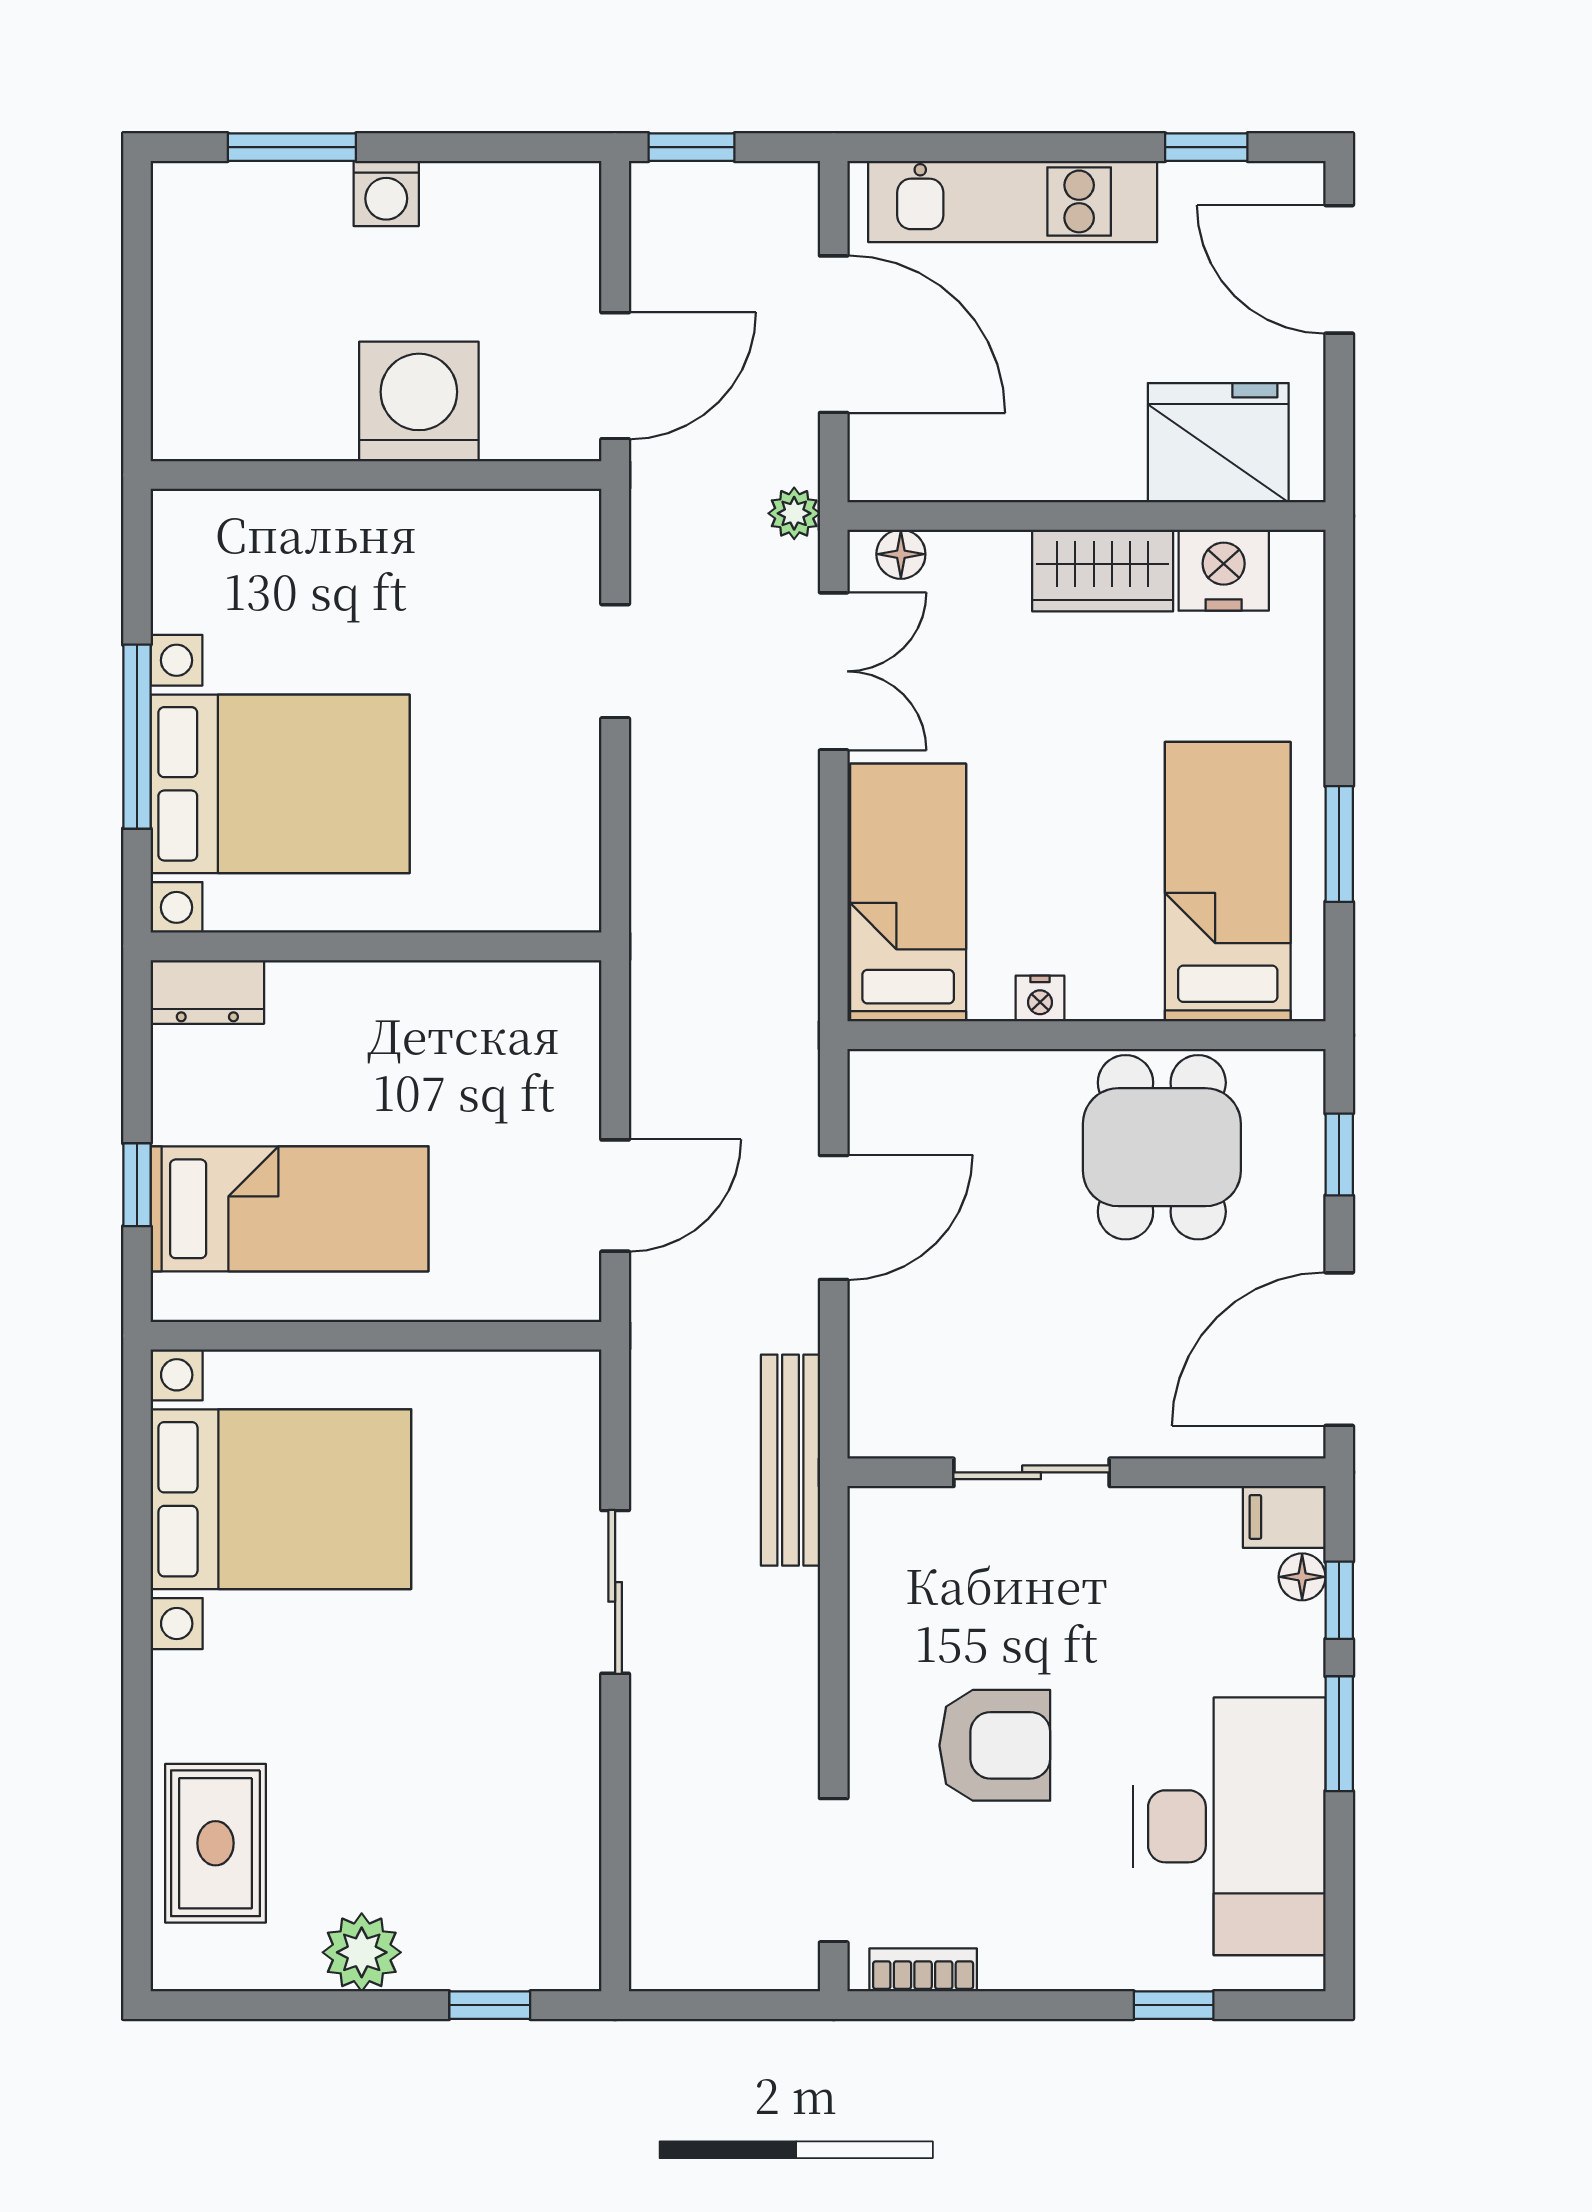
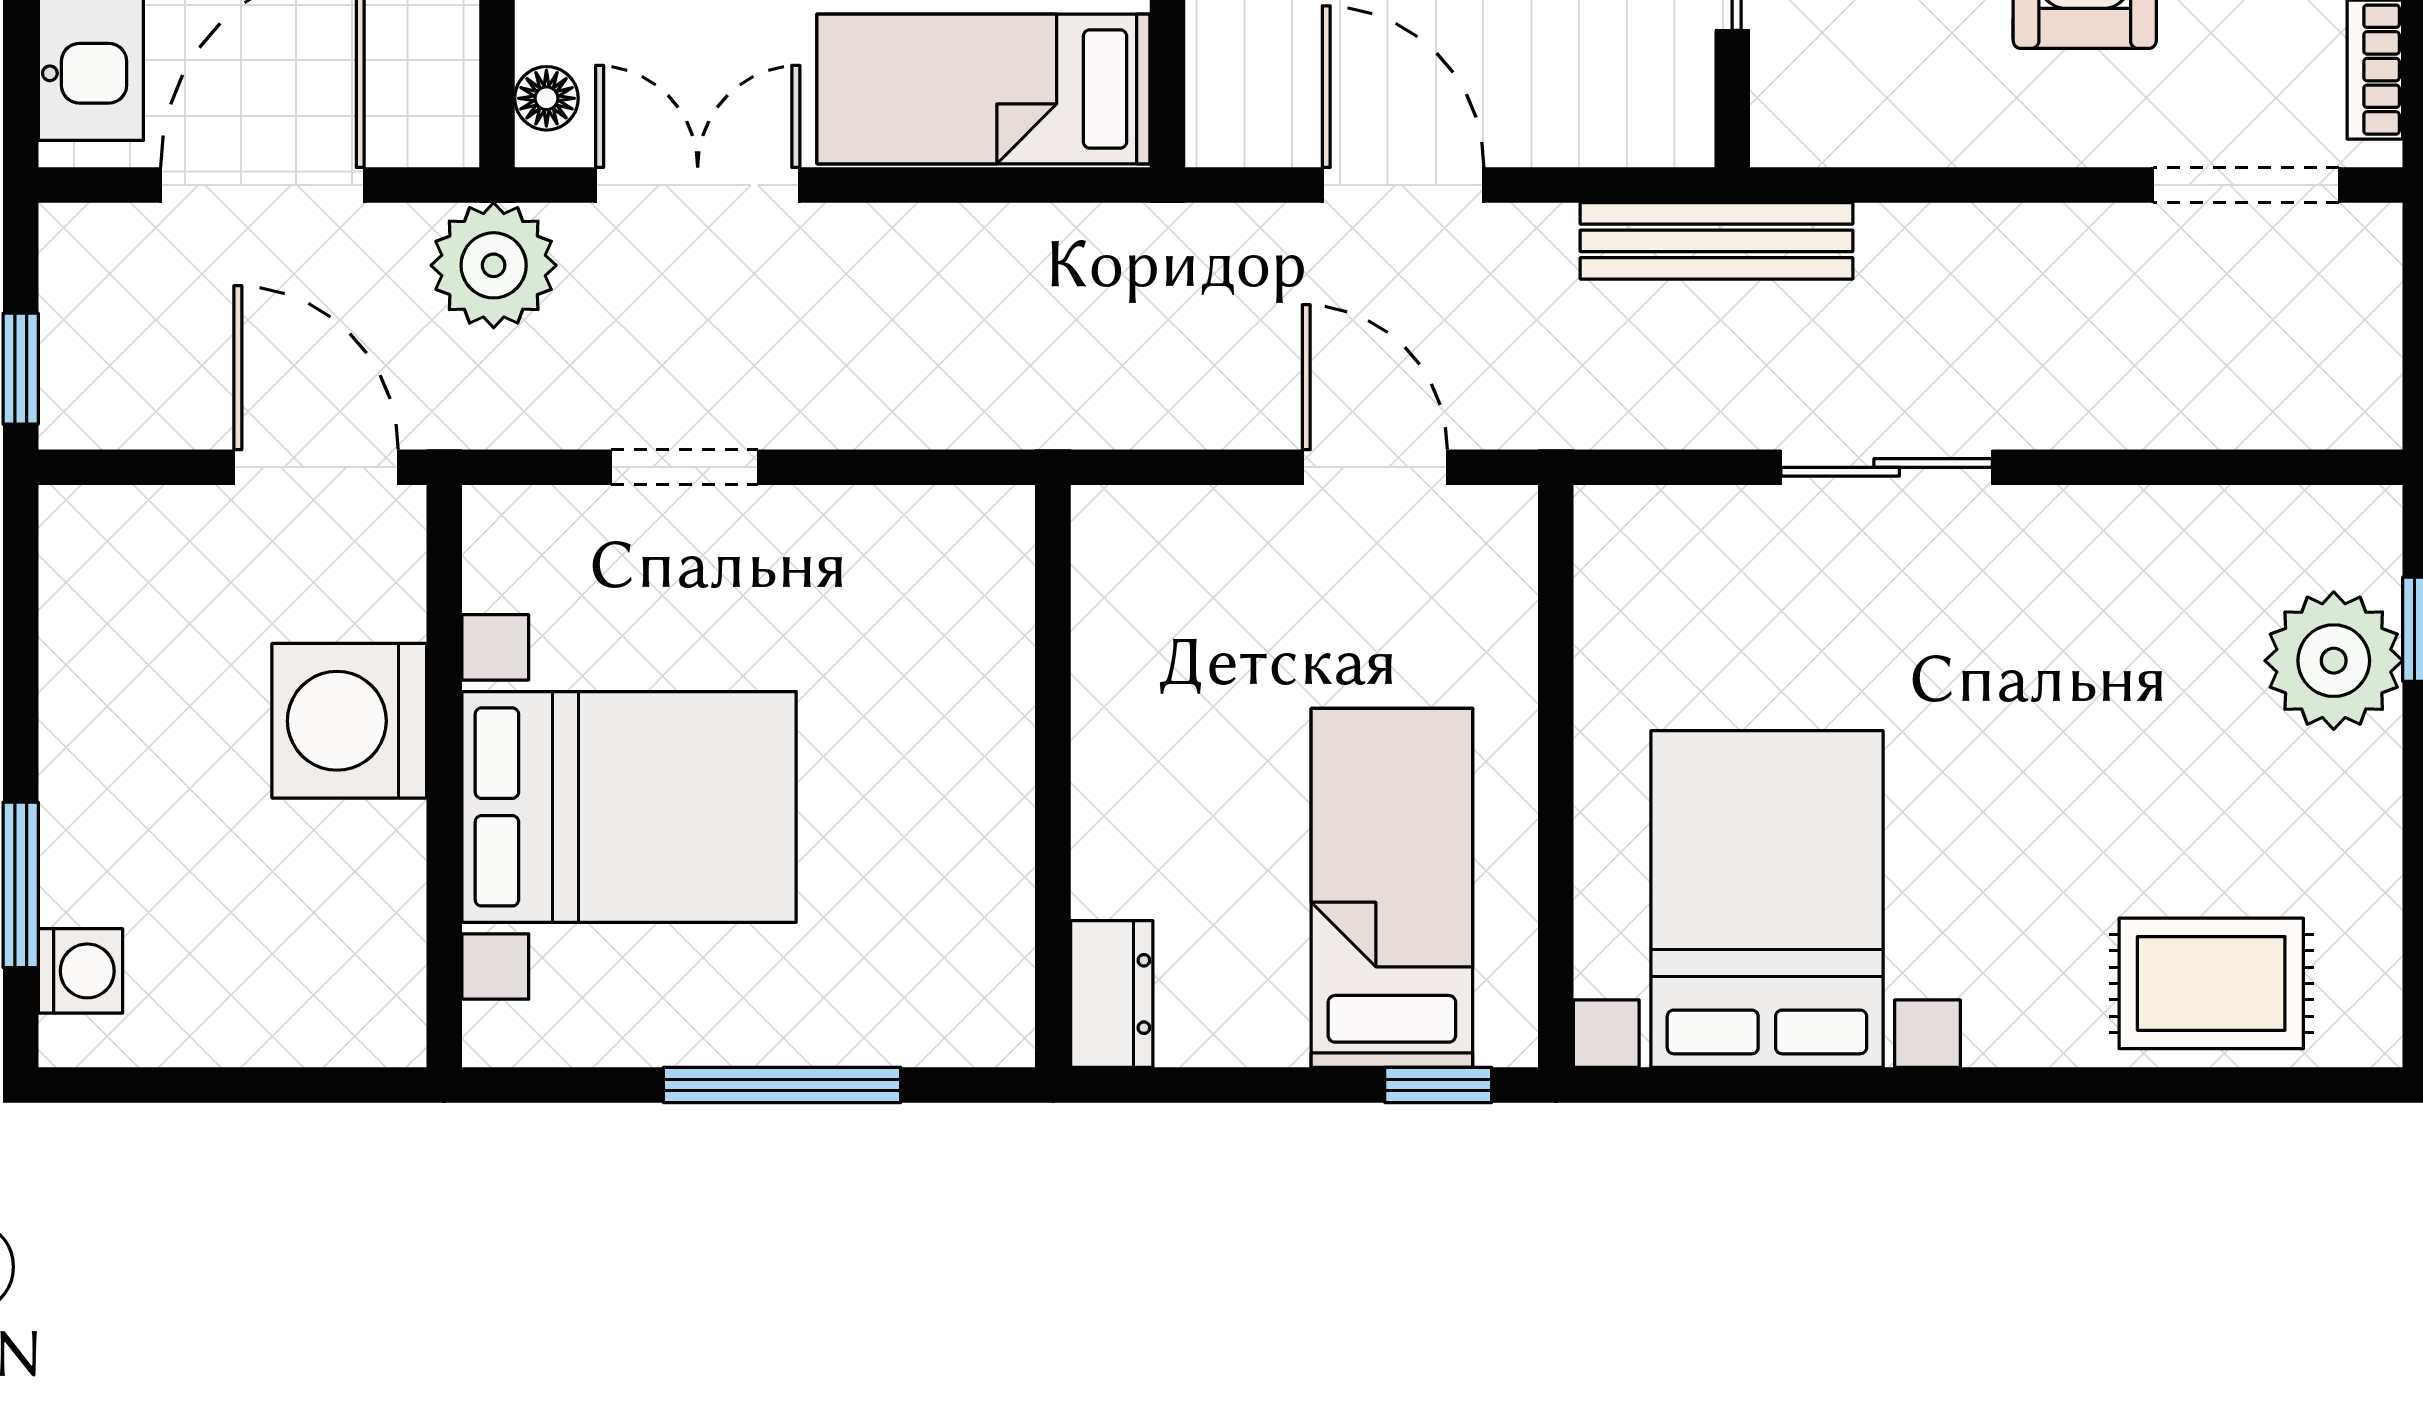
washing machine: (386, 193) -> (80, 971), moved
plant: (794, 513) -> (494, 265), width x1.87, depth x1.87
bed with nightstands: (280, 784) -> (629, 807), moved, turned 90
window: (137, 1185) -> (1438, 1085), moved
plant: (362, 1952) -> (2334, 661), moved, width x1.36, depth x1.36

